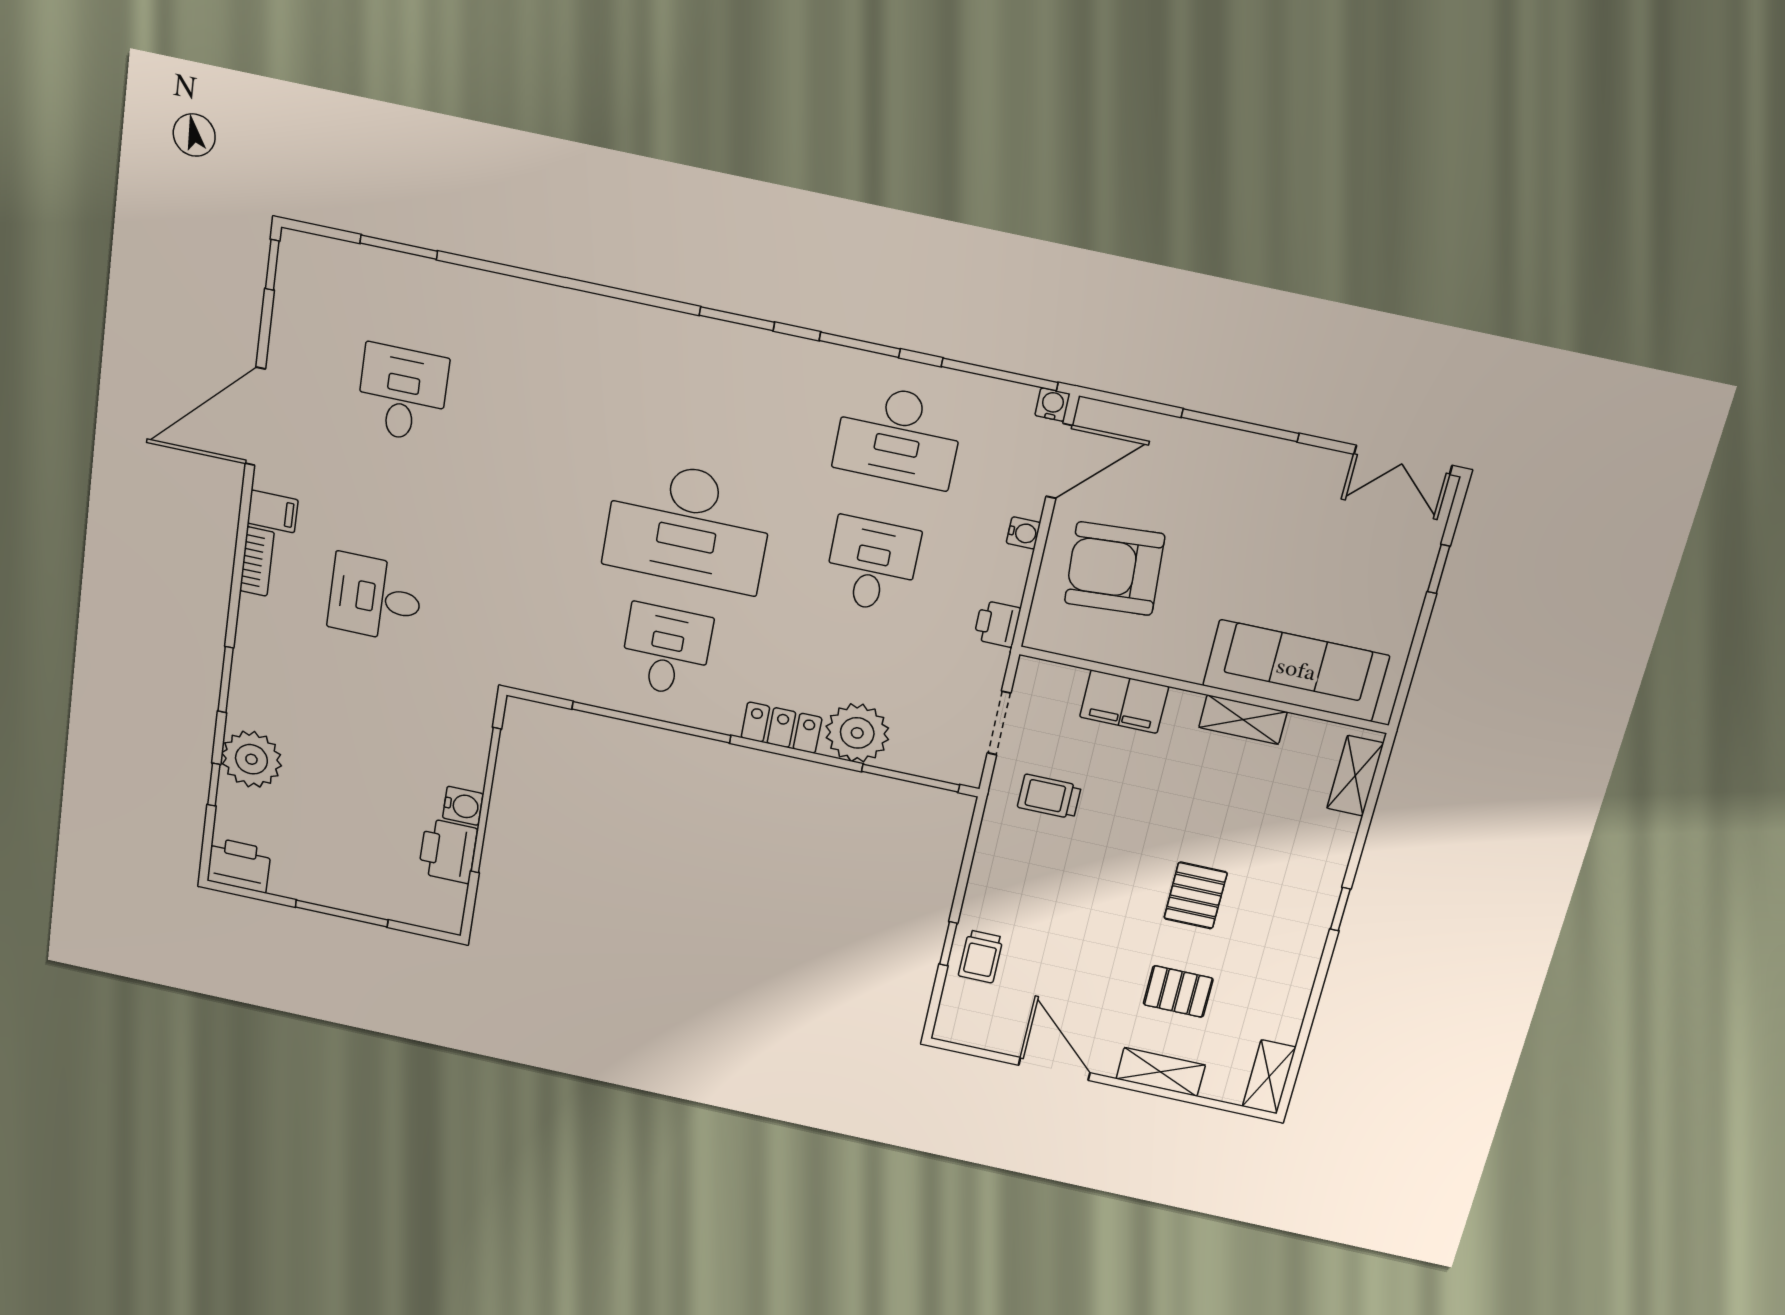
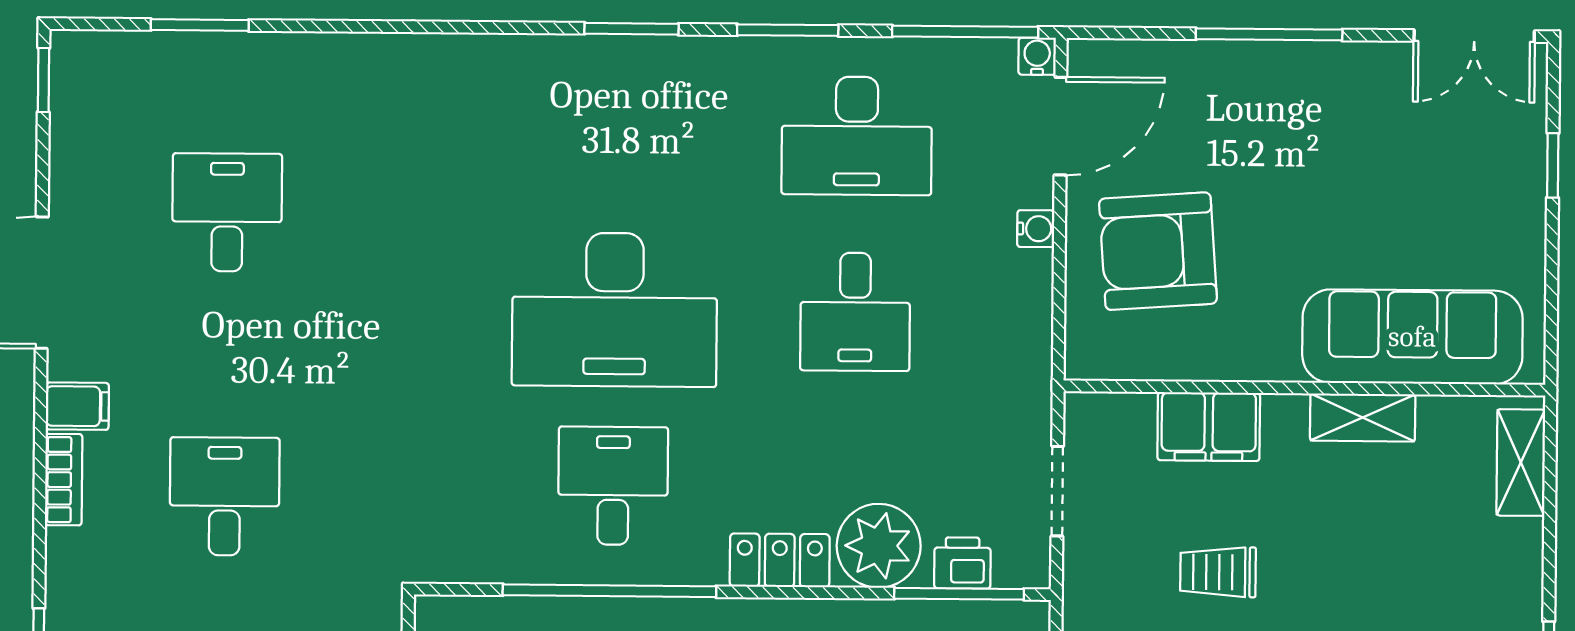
desk: (872, 565) -> (855, 312), turned 180
desk: (375, 598) -> (225, 496), turned 90
printer: (997, 624) -> (962, 563), moved, turned 90
trolley: (1049, 797) -> (1218, 572), moved

